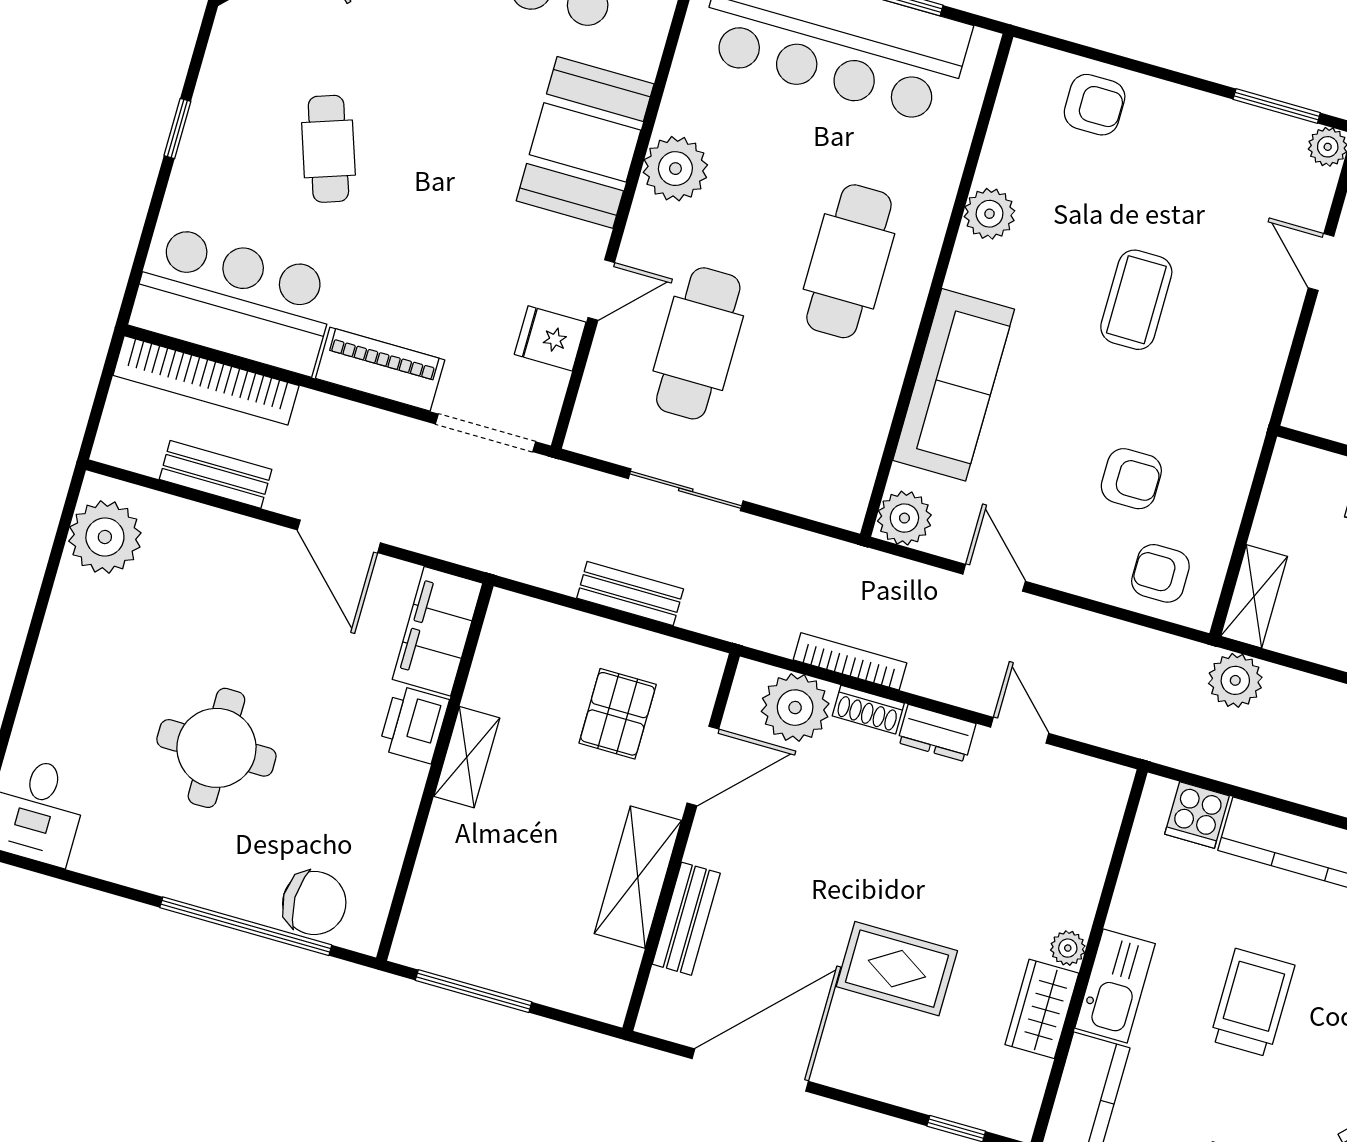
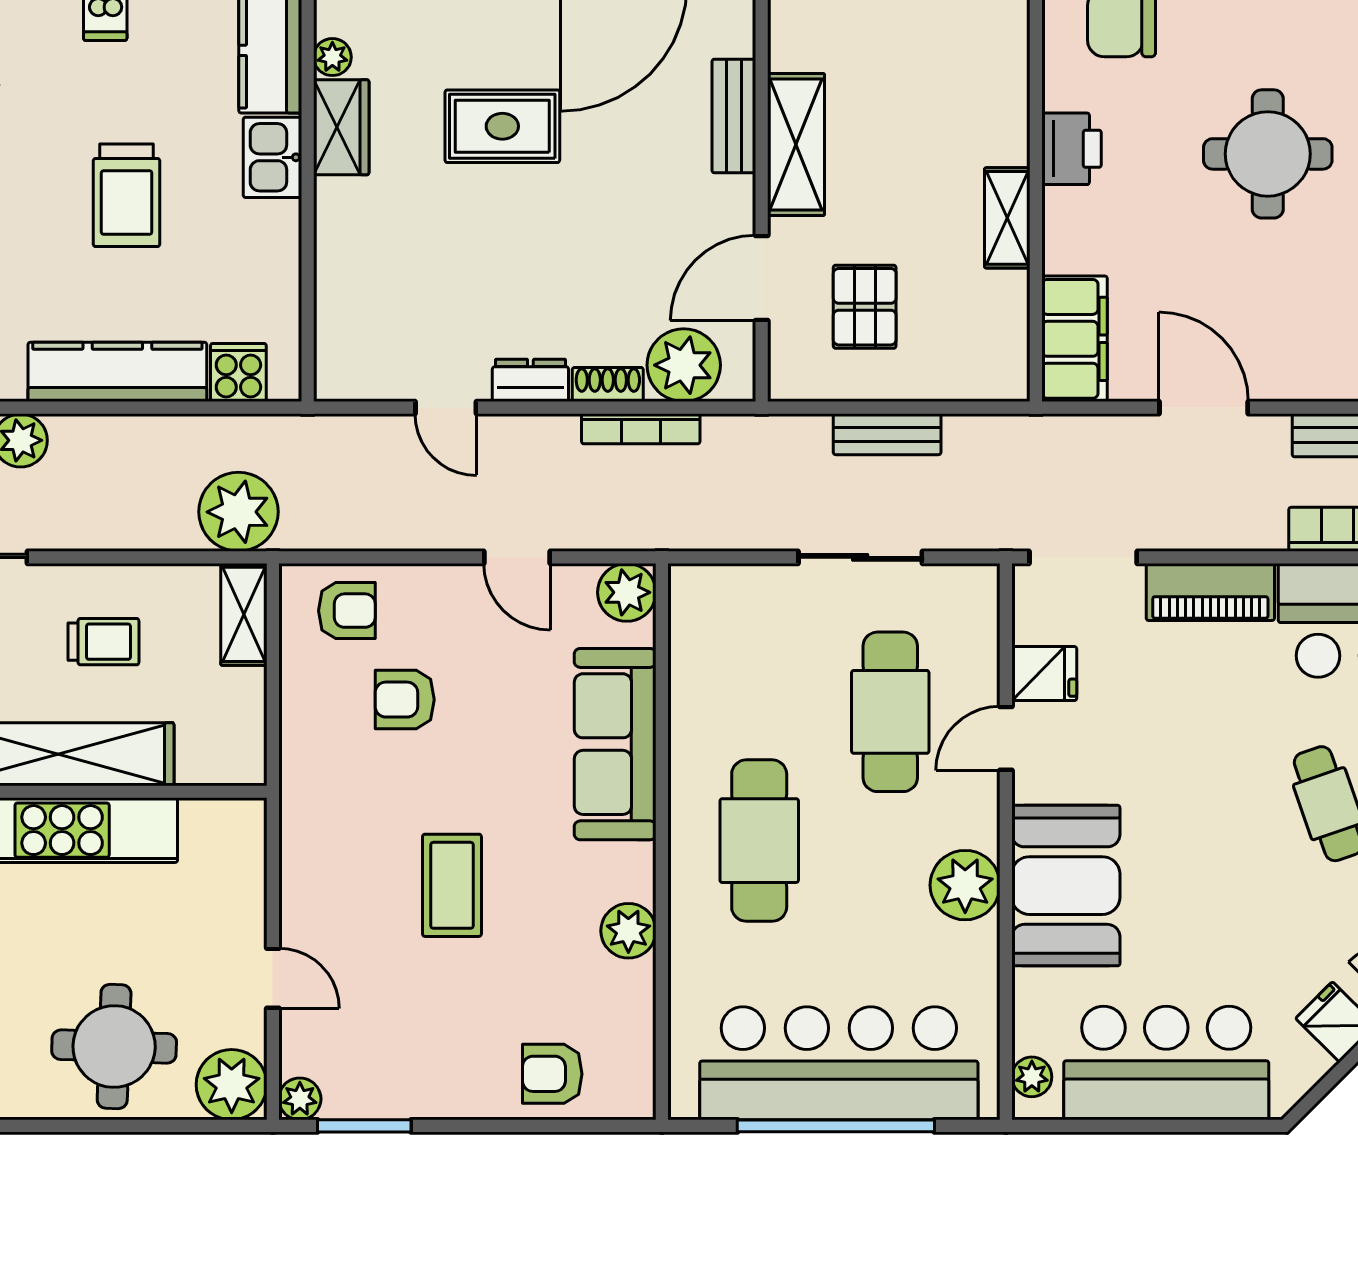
plant: (1235, 680) -> (238, 512), width x1.36, depth x1.36
printer: (414, 724) -> (1071, 149), moved
plant: (1068, 948) -> (332, 57), moved
kitchen sink: (1115, 986) -> (273, 157), width x0.73

